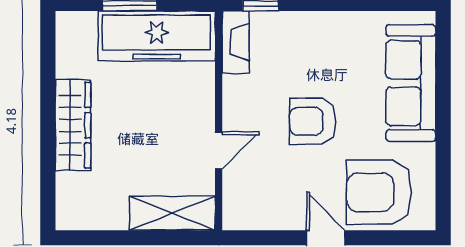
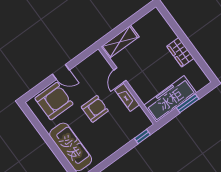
fireplace: (236, 42) -> (127, 97), moved
wardrobe: (73, 125) -> (180, 52), width x0.67

